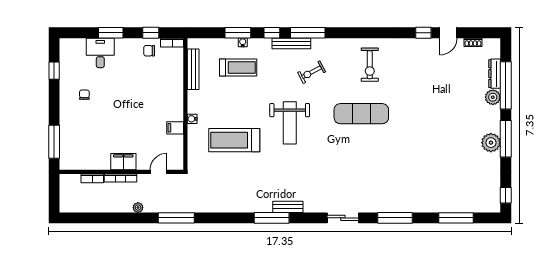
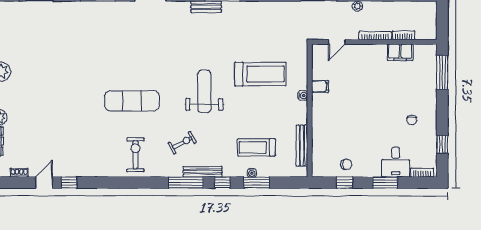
bookcase: (172, 43) -> (422, 173), moved
exercise bike: (370, 65) -> (135, 155), moved
filing cabinet: (123, 162) -> (400, 52), moved

